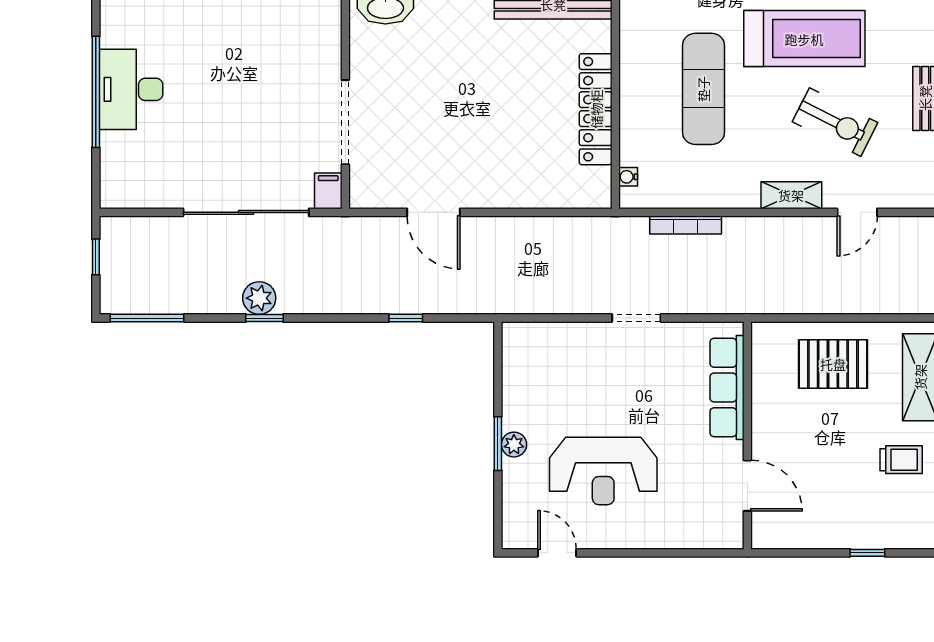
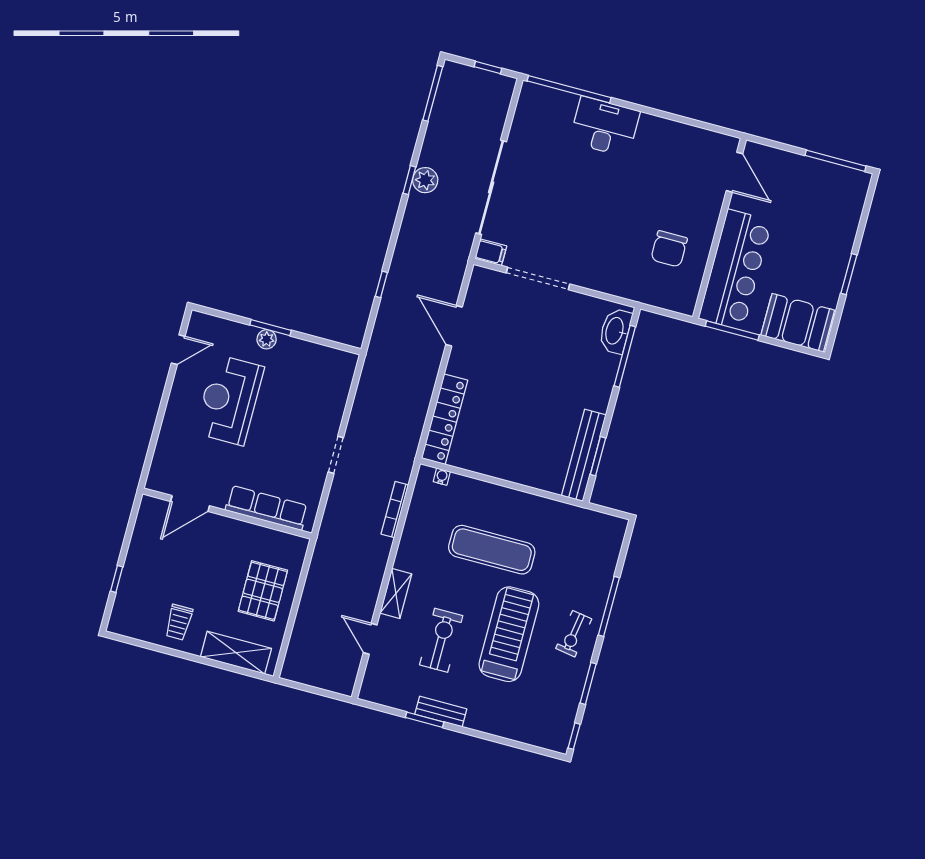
treadmill: (804, 39) -> (509, 634), turned 180
window: (96, 92) -> (569, 89), moved
locker: (596, 109) -> (445, 419), moved, turned 90
exercise bike: (835, 122) -> (441, 640), turned 153
door: (434, 212) -> (454, 326), hinge flipped

